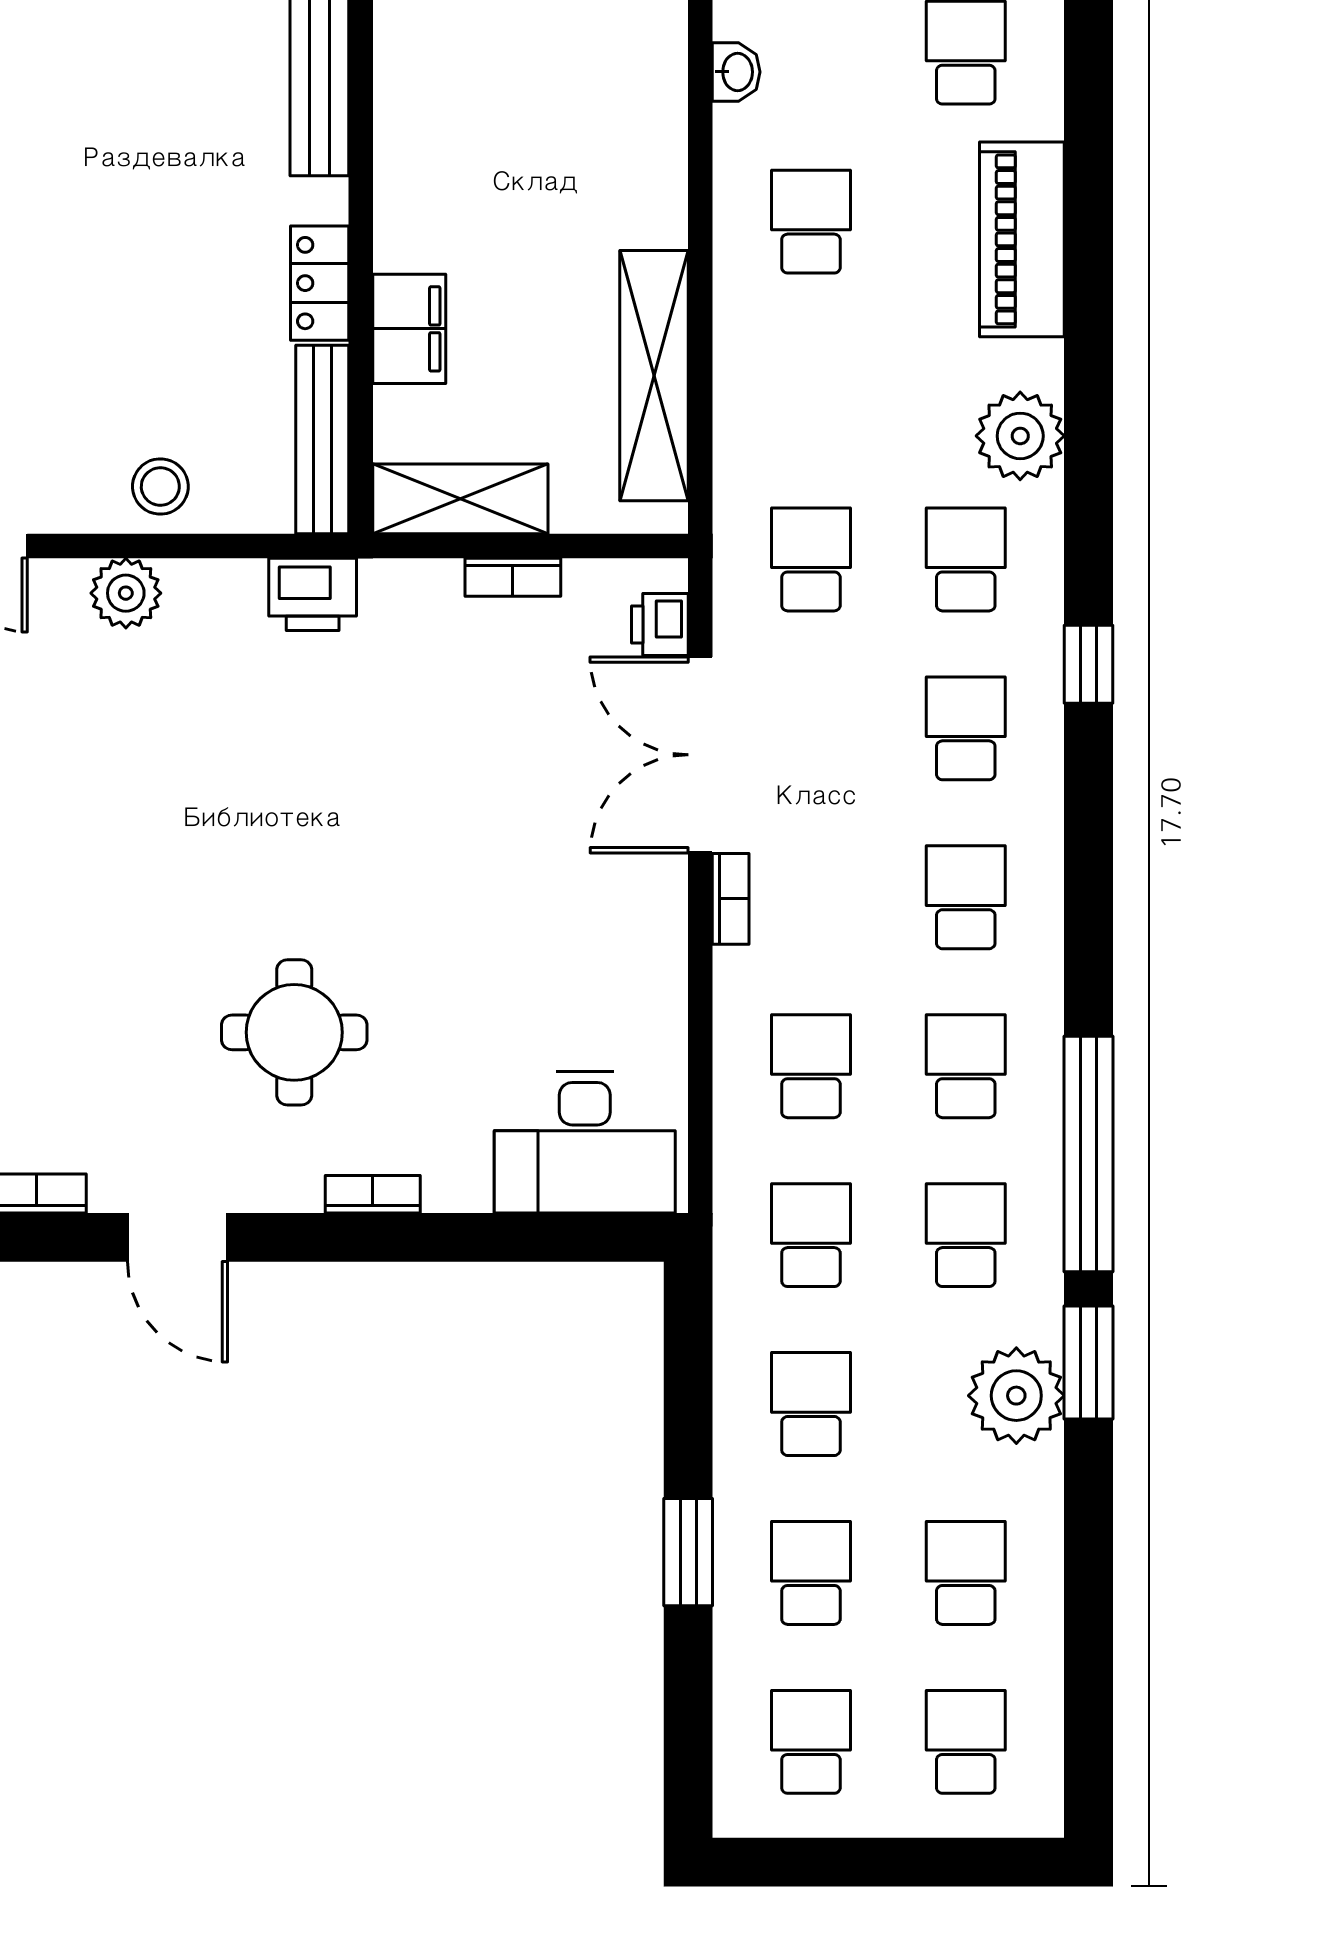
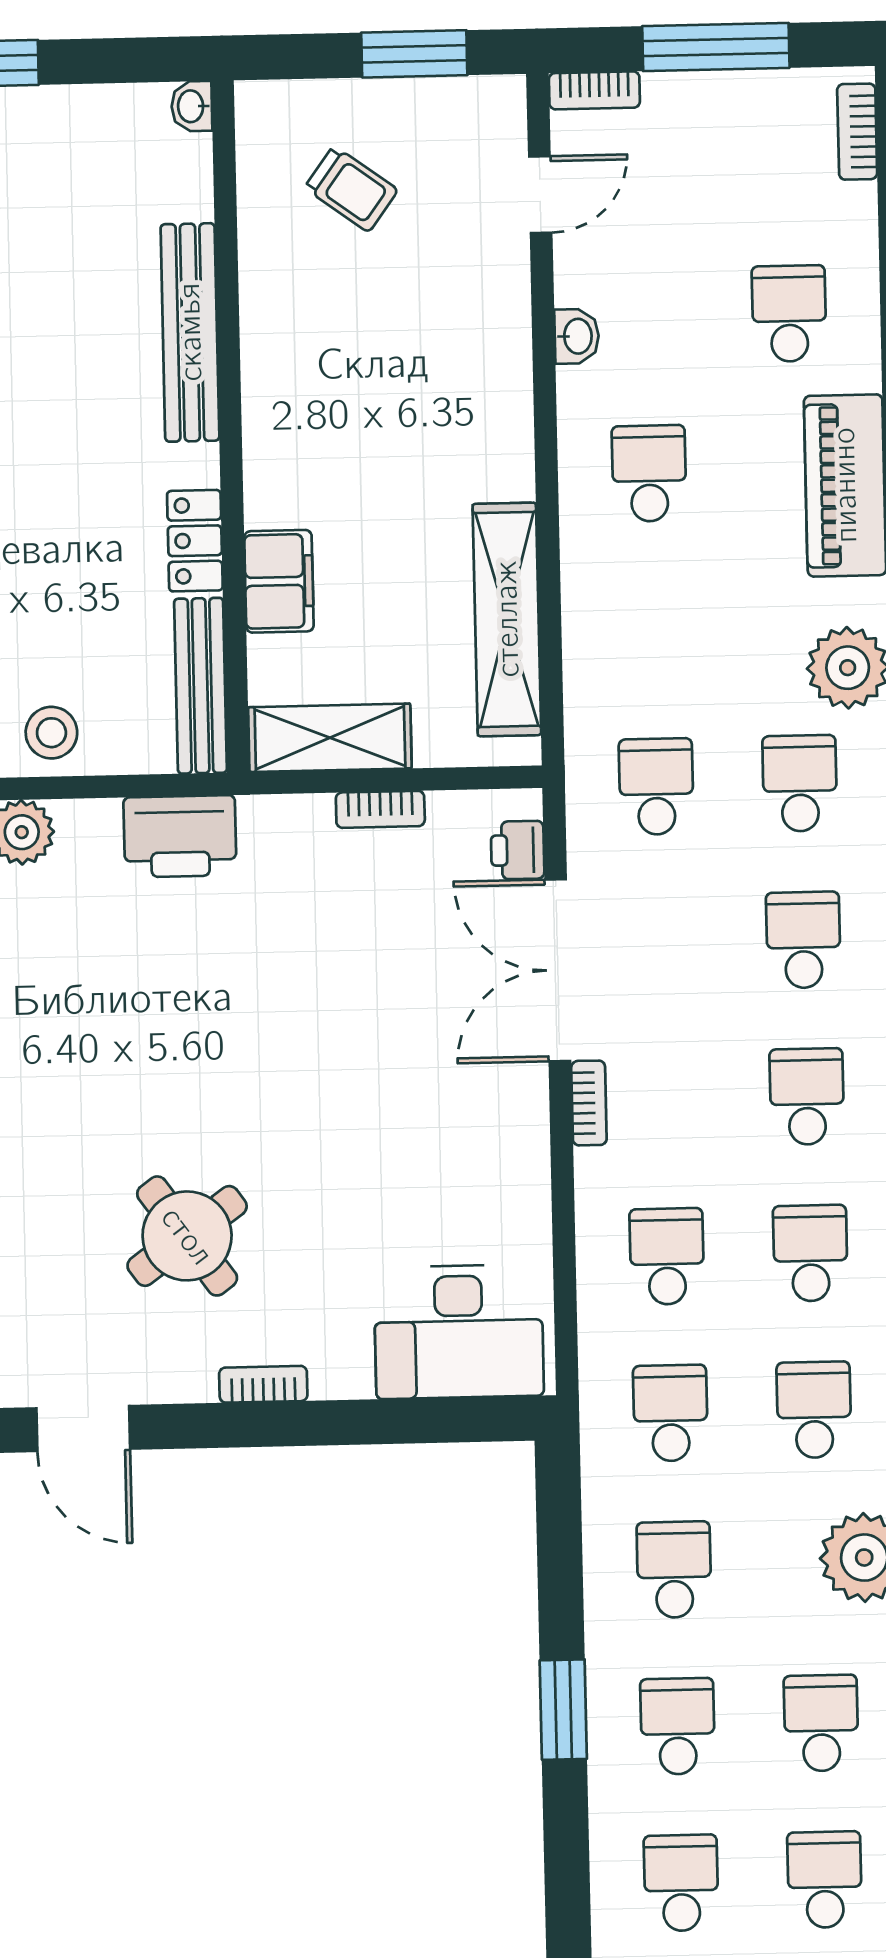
printer: (313, 594) -> (180, 836), width x1.37, depth x1.19
round table: (294, 1032) -> (187, 1236), turned -36

